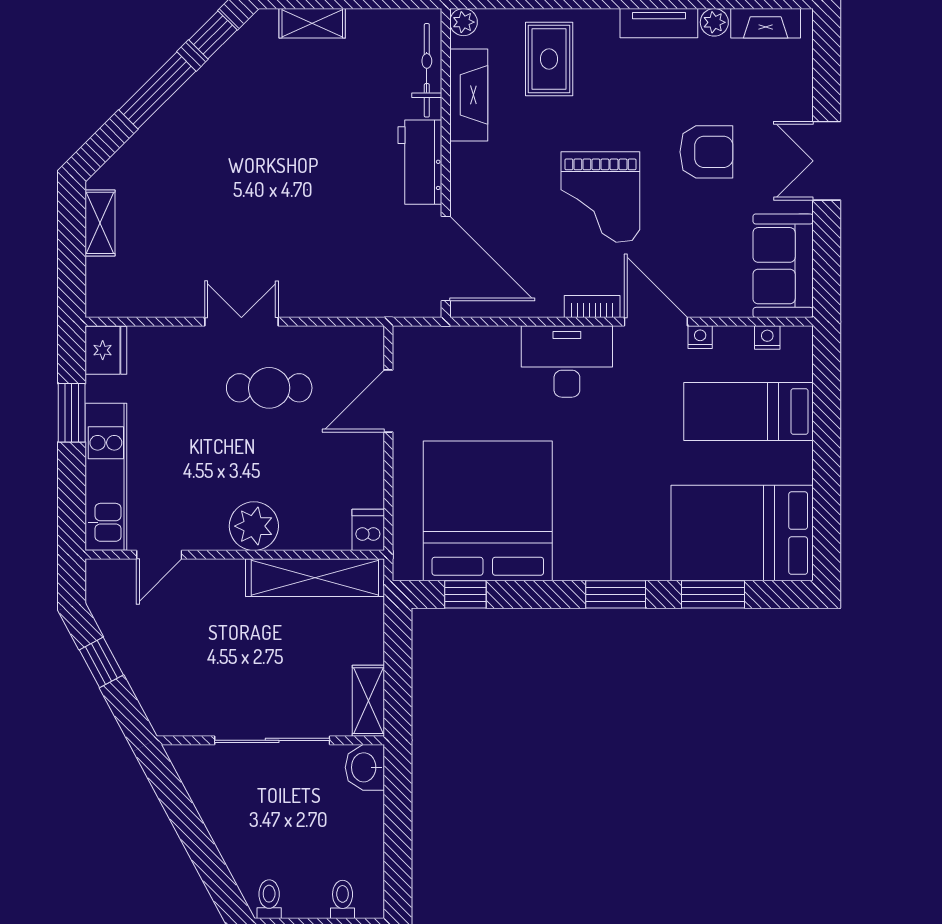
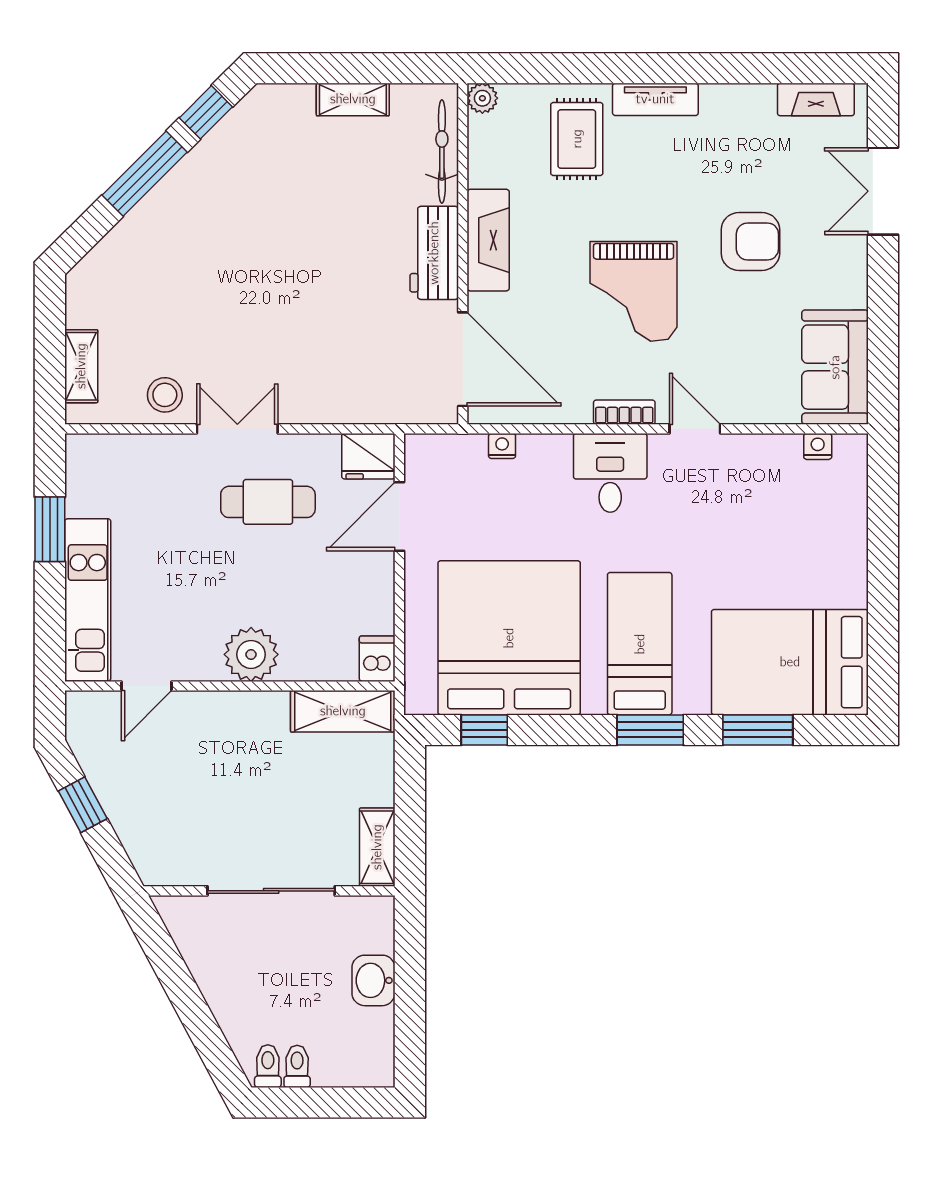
plant: (714, 22) -> (759, 98), removed
shelving: (312, 23) -> (353, 99), moved
tv unit: (659, 23) -> (655, 99), moved
fireplace: (469, 95) -> (488, 240), moved
double door: (827, 161) -> (883, 191), moved
shelving: (100, 223) -> (81, 366), moved
stool: (176, 291) -> (165, 395), added
door: (656, 322) -> (695, 429), width x0.73
nightstand: (700, 337) -> (502, 446), moved
fridge: (106, 350) -> (368, 456), moved, turned 90
desk: (567, 362) -> (610, 473), width x0.73
bed: (748, 411) -> (640, 644), moved, turned 90
shelving: (315, 578) -> (343, 711), width x0.68
washbasin: (365, 767) -> (373, 980), moved
toilet: (343, 899) -> (297, 1066), moved

